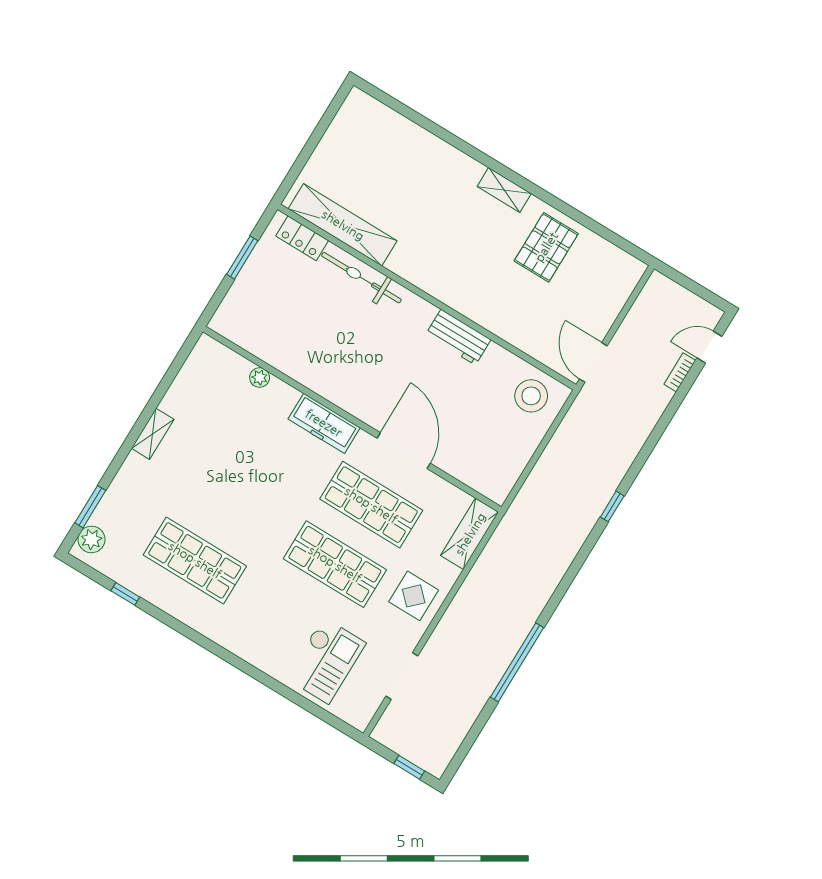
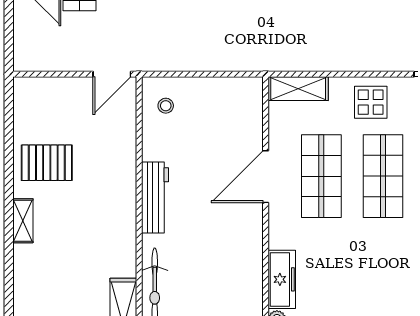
workbench: (458, 337) -> (155, 197), width x1.38
stool: (531, 396) -> (166, 106), width x0.53, depth x0.53
freezer: (324, 423) -> (282, 279), moved

